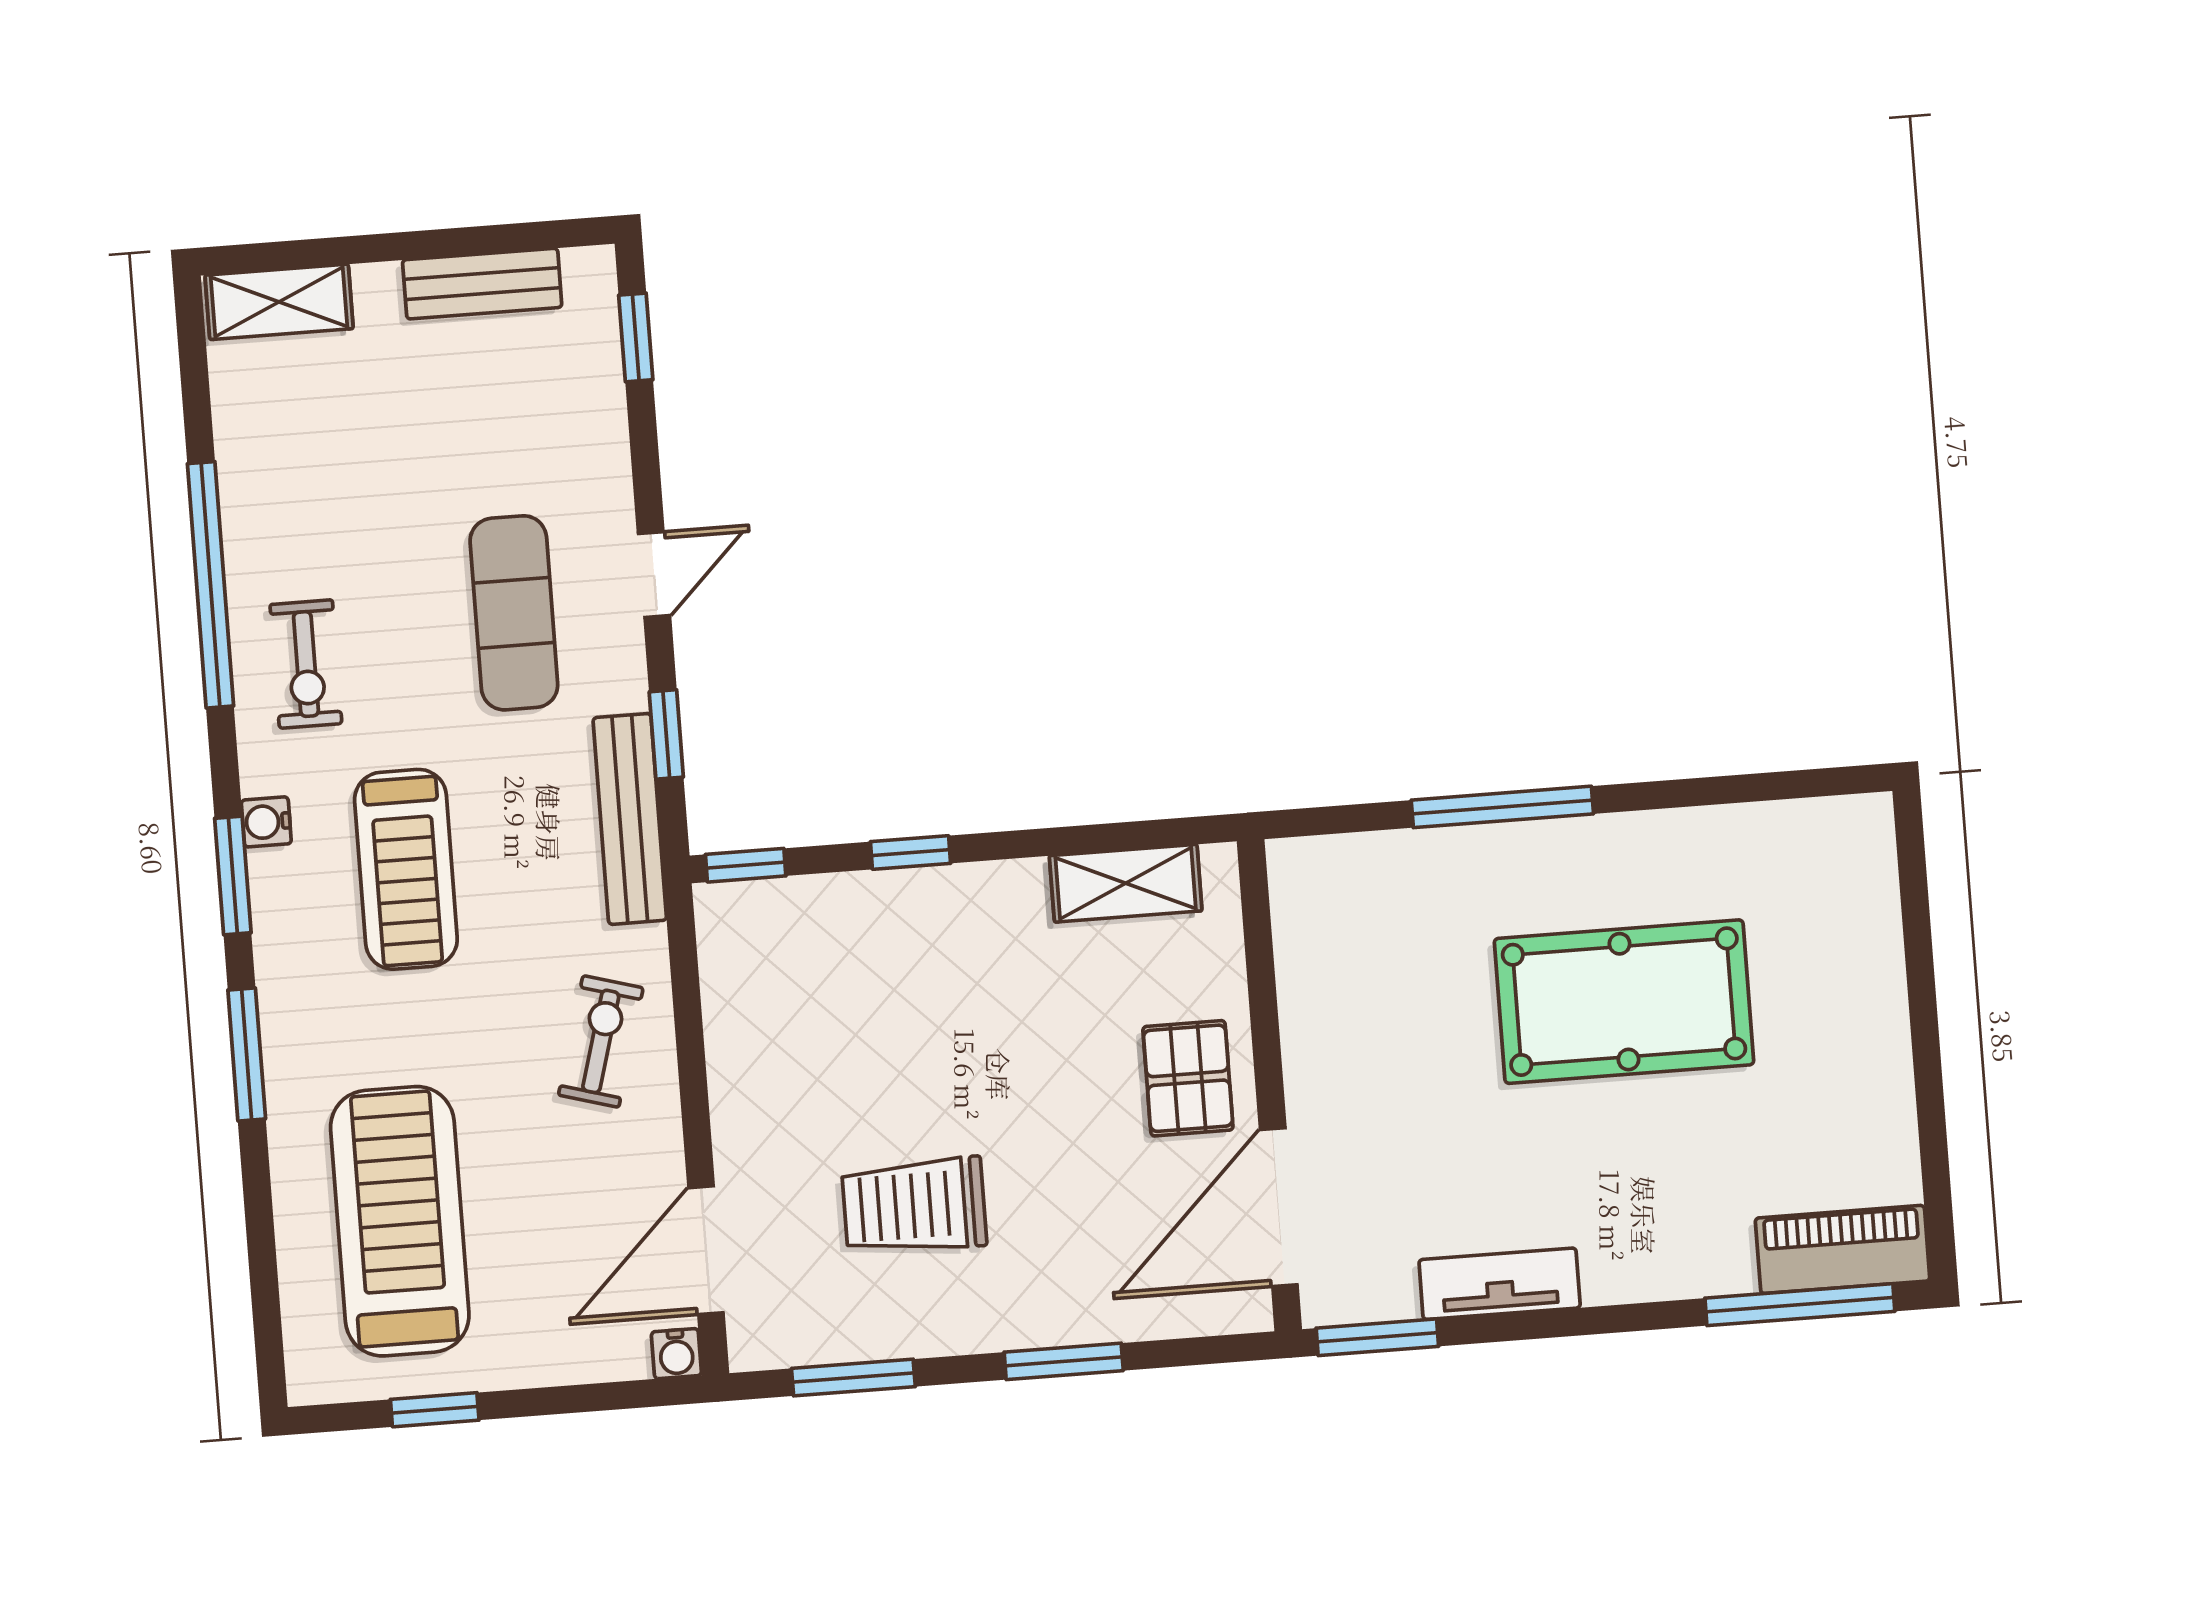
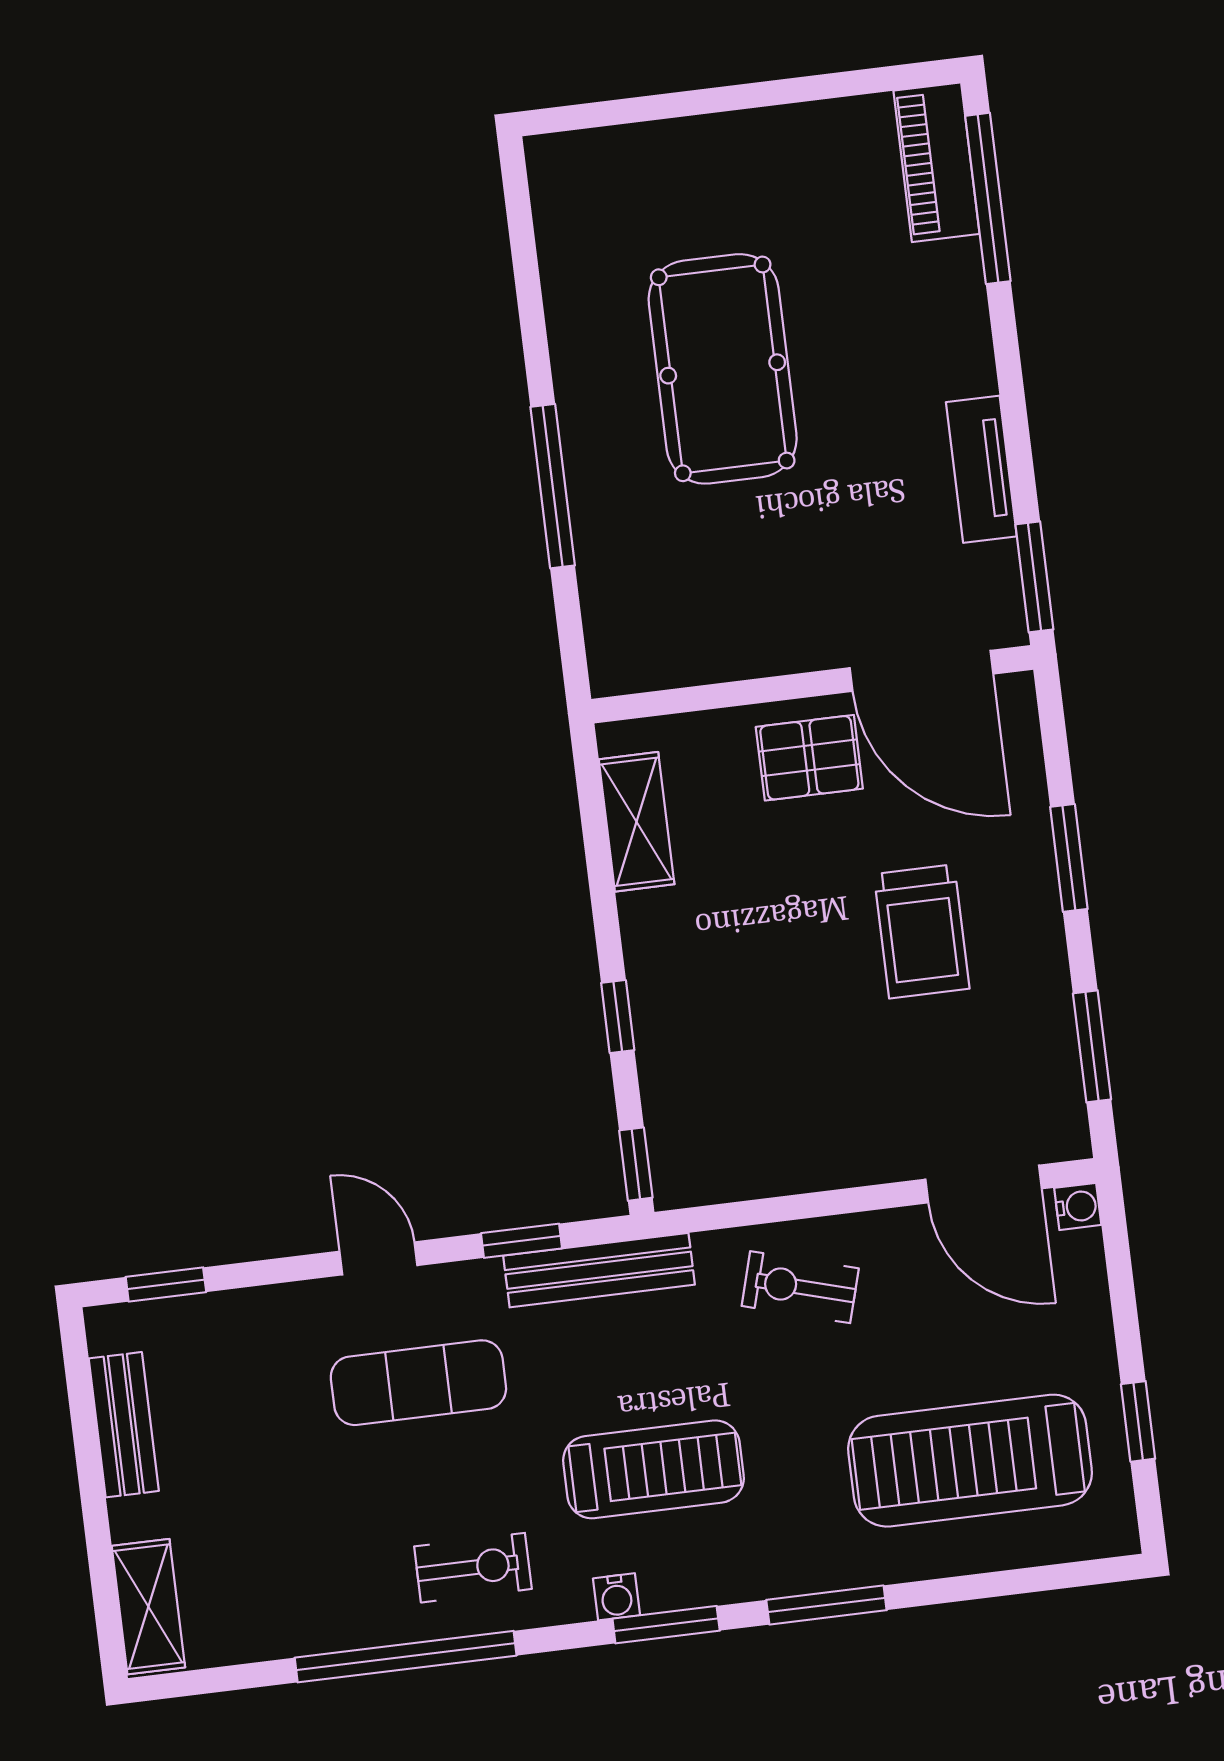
trolley: (914, 1206) -> (922, 931), moved

